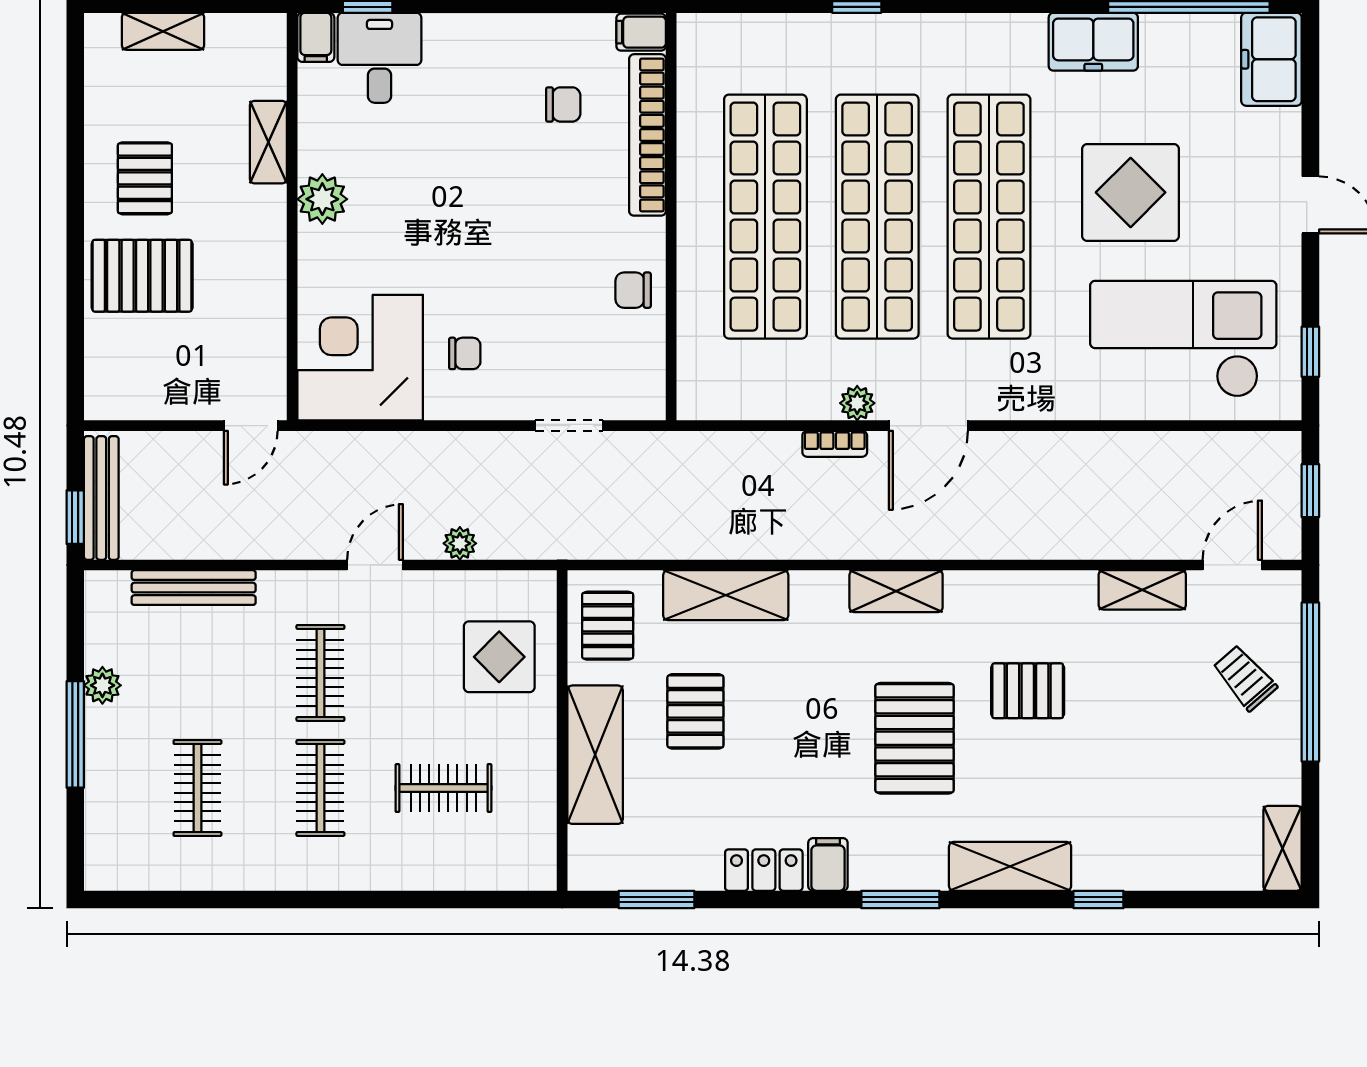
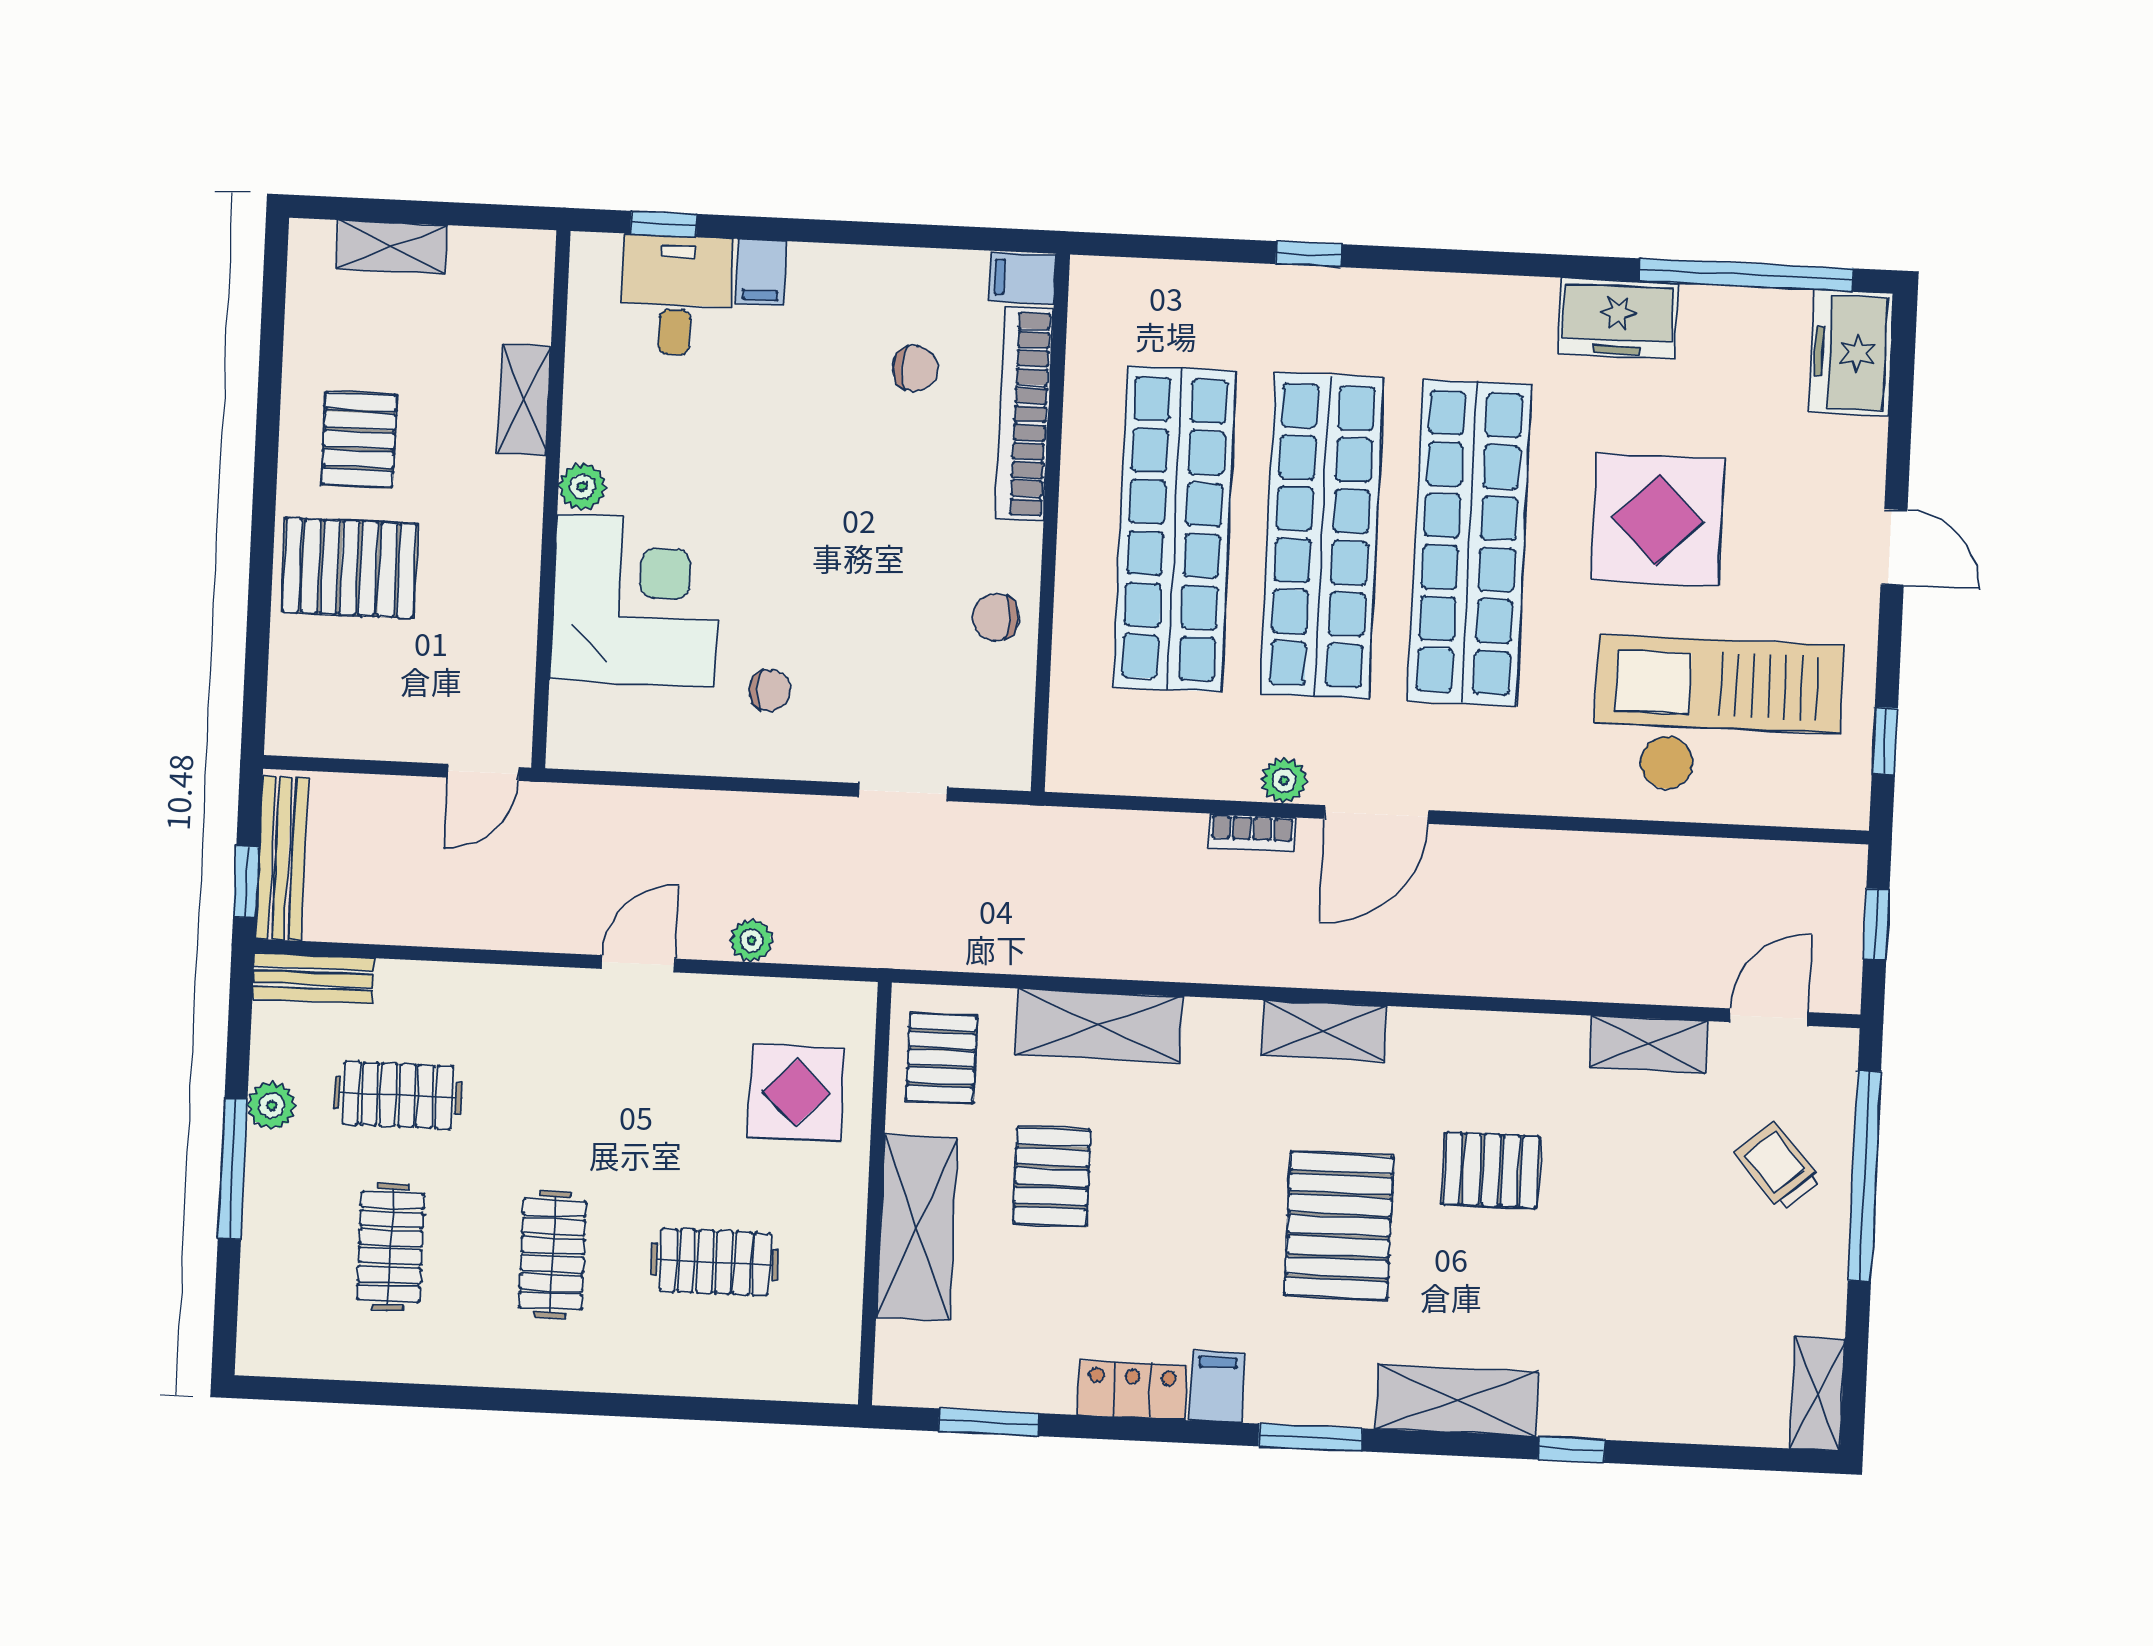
filing cabinet: (316, 37) -> (761, 272), moved
plant: (322, 199) -> (582, 487), width x0.73, depth x0.73
corner desk: (360, 358) -> (636, 601), moved, turned 90
bench: (194, 588) -> (313, 978), moved, width x0.73
clothes rail: (320, 673) -> (398, 1095), moved, turned 90

